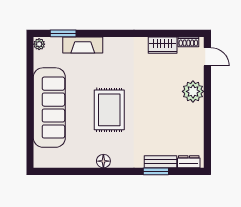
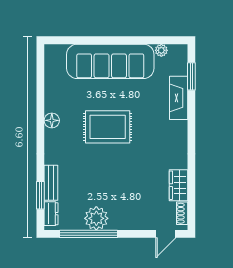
plant: (39, 44) -> (161, 50), moved
plant: (193, 91) -> (96, 218), moved
window: (207, 127) -> (88, 234), added
window: (156, 171) -> (40, 195), moved

